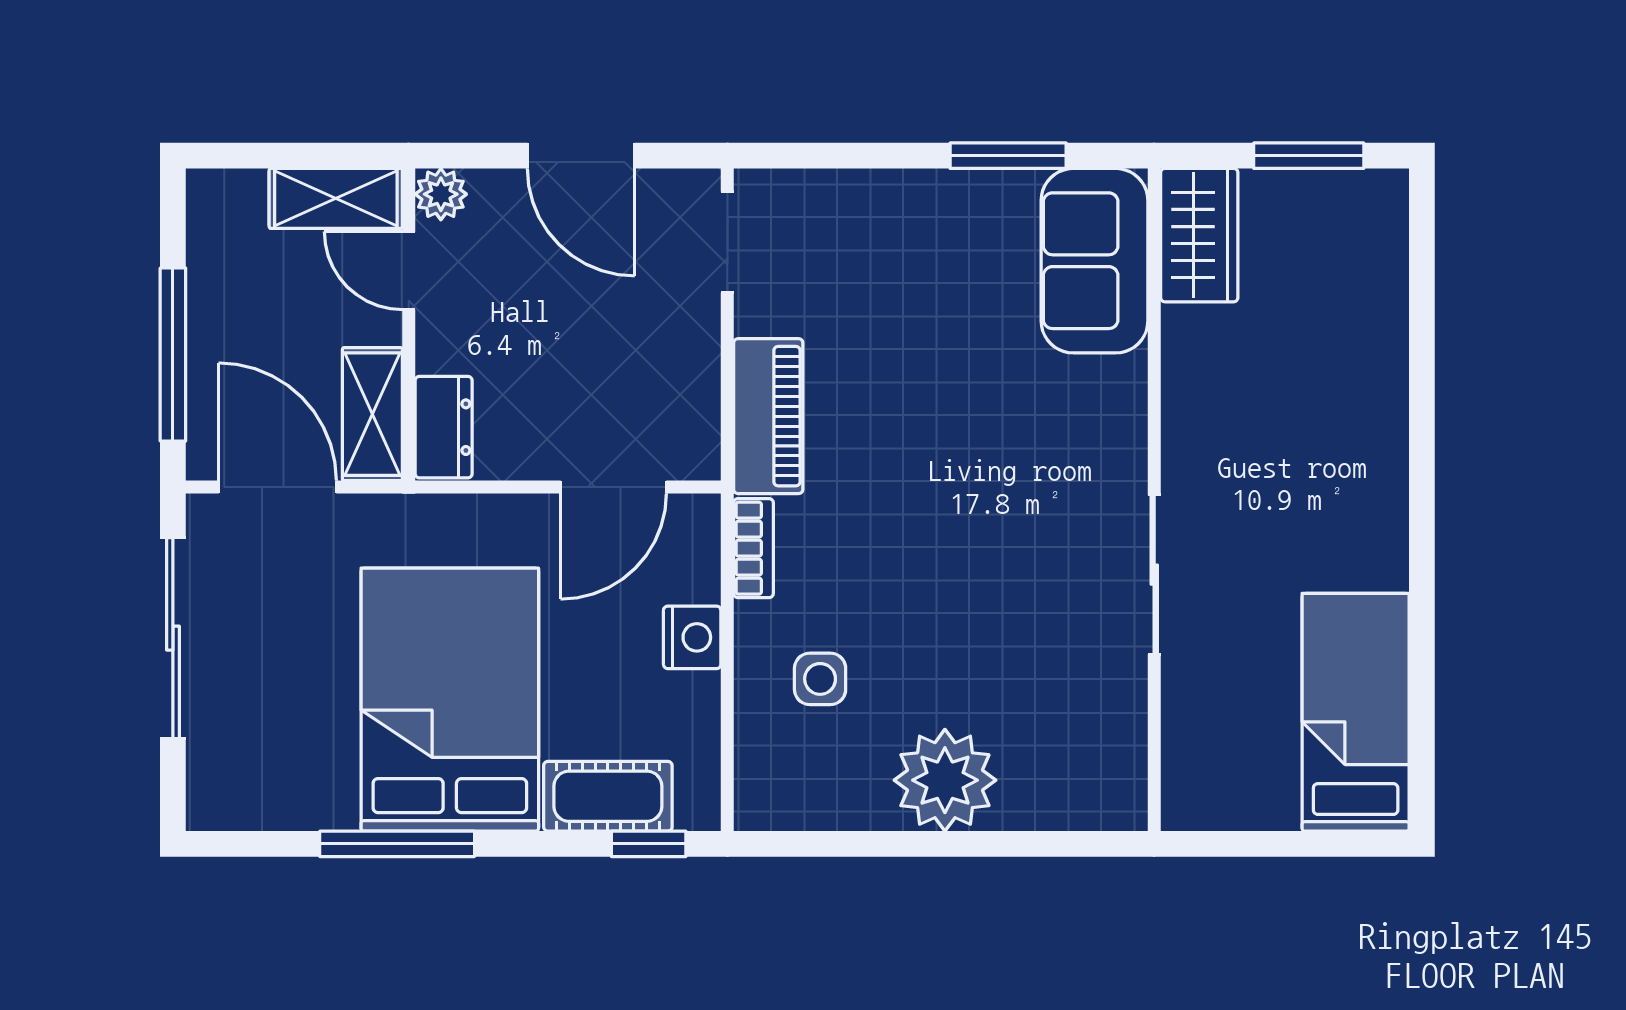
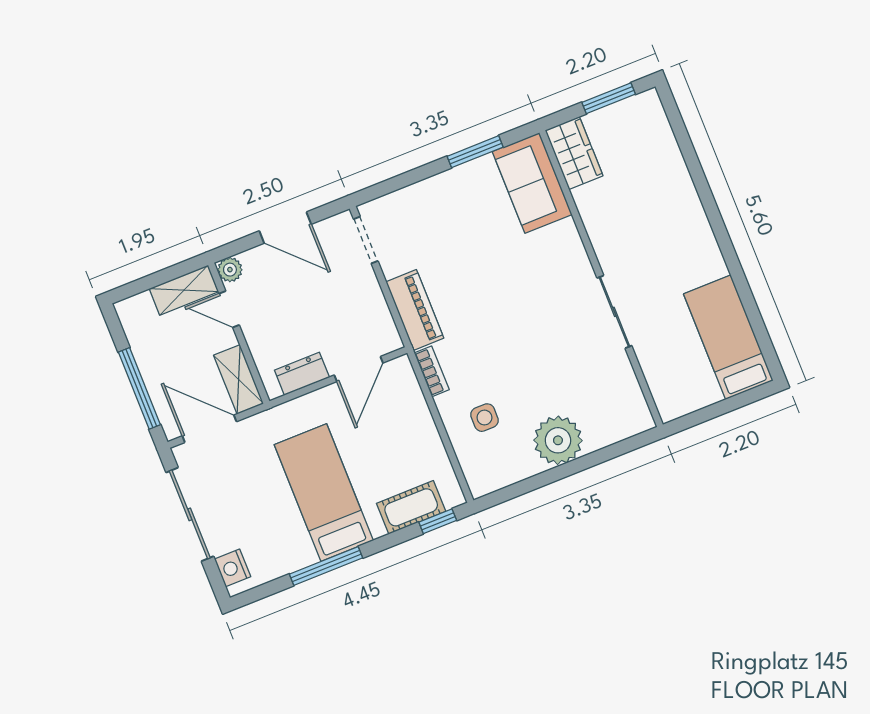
dresser: (444, 427) -> (302, 374), moved, turned -90
nightstand: (692, 637) -> (233, 568), moved, turned 180
bed: (450, 700) -> (324, 493), width x0.67

